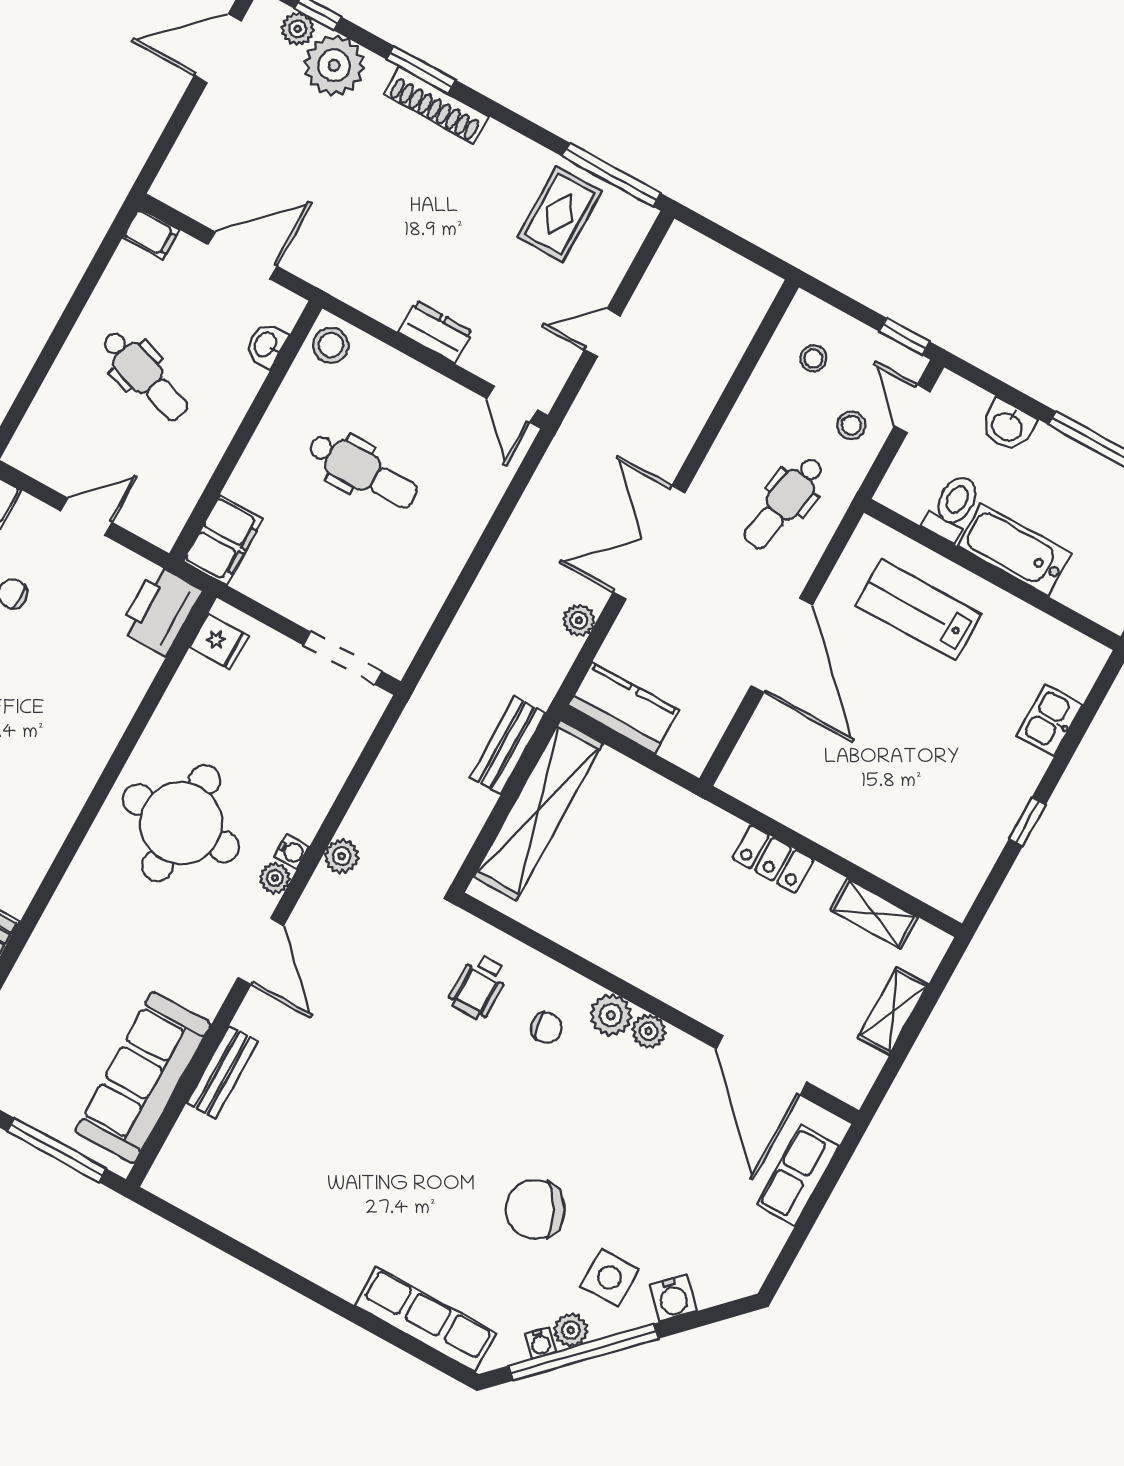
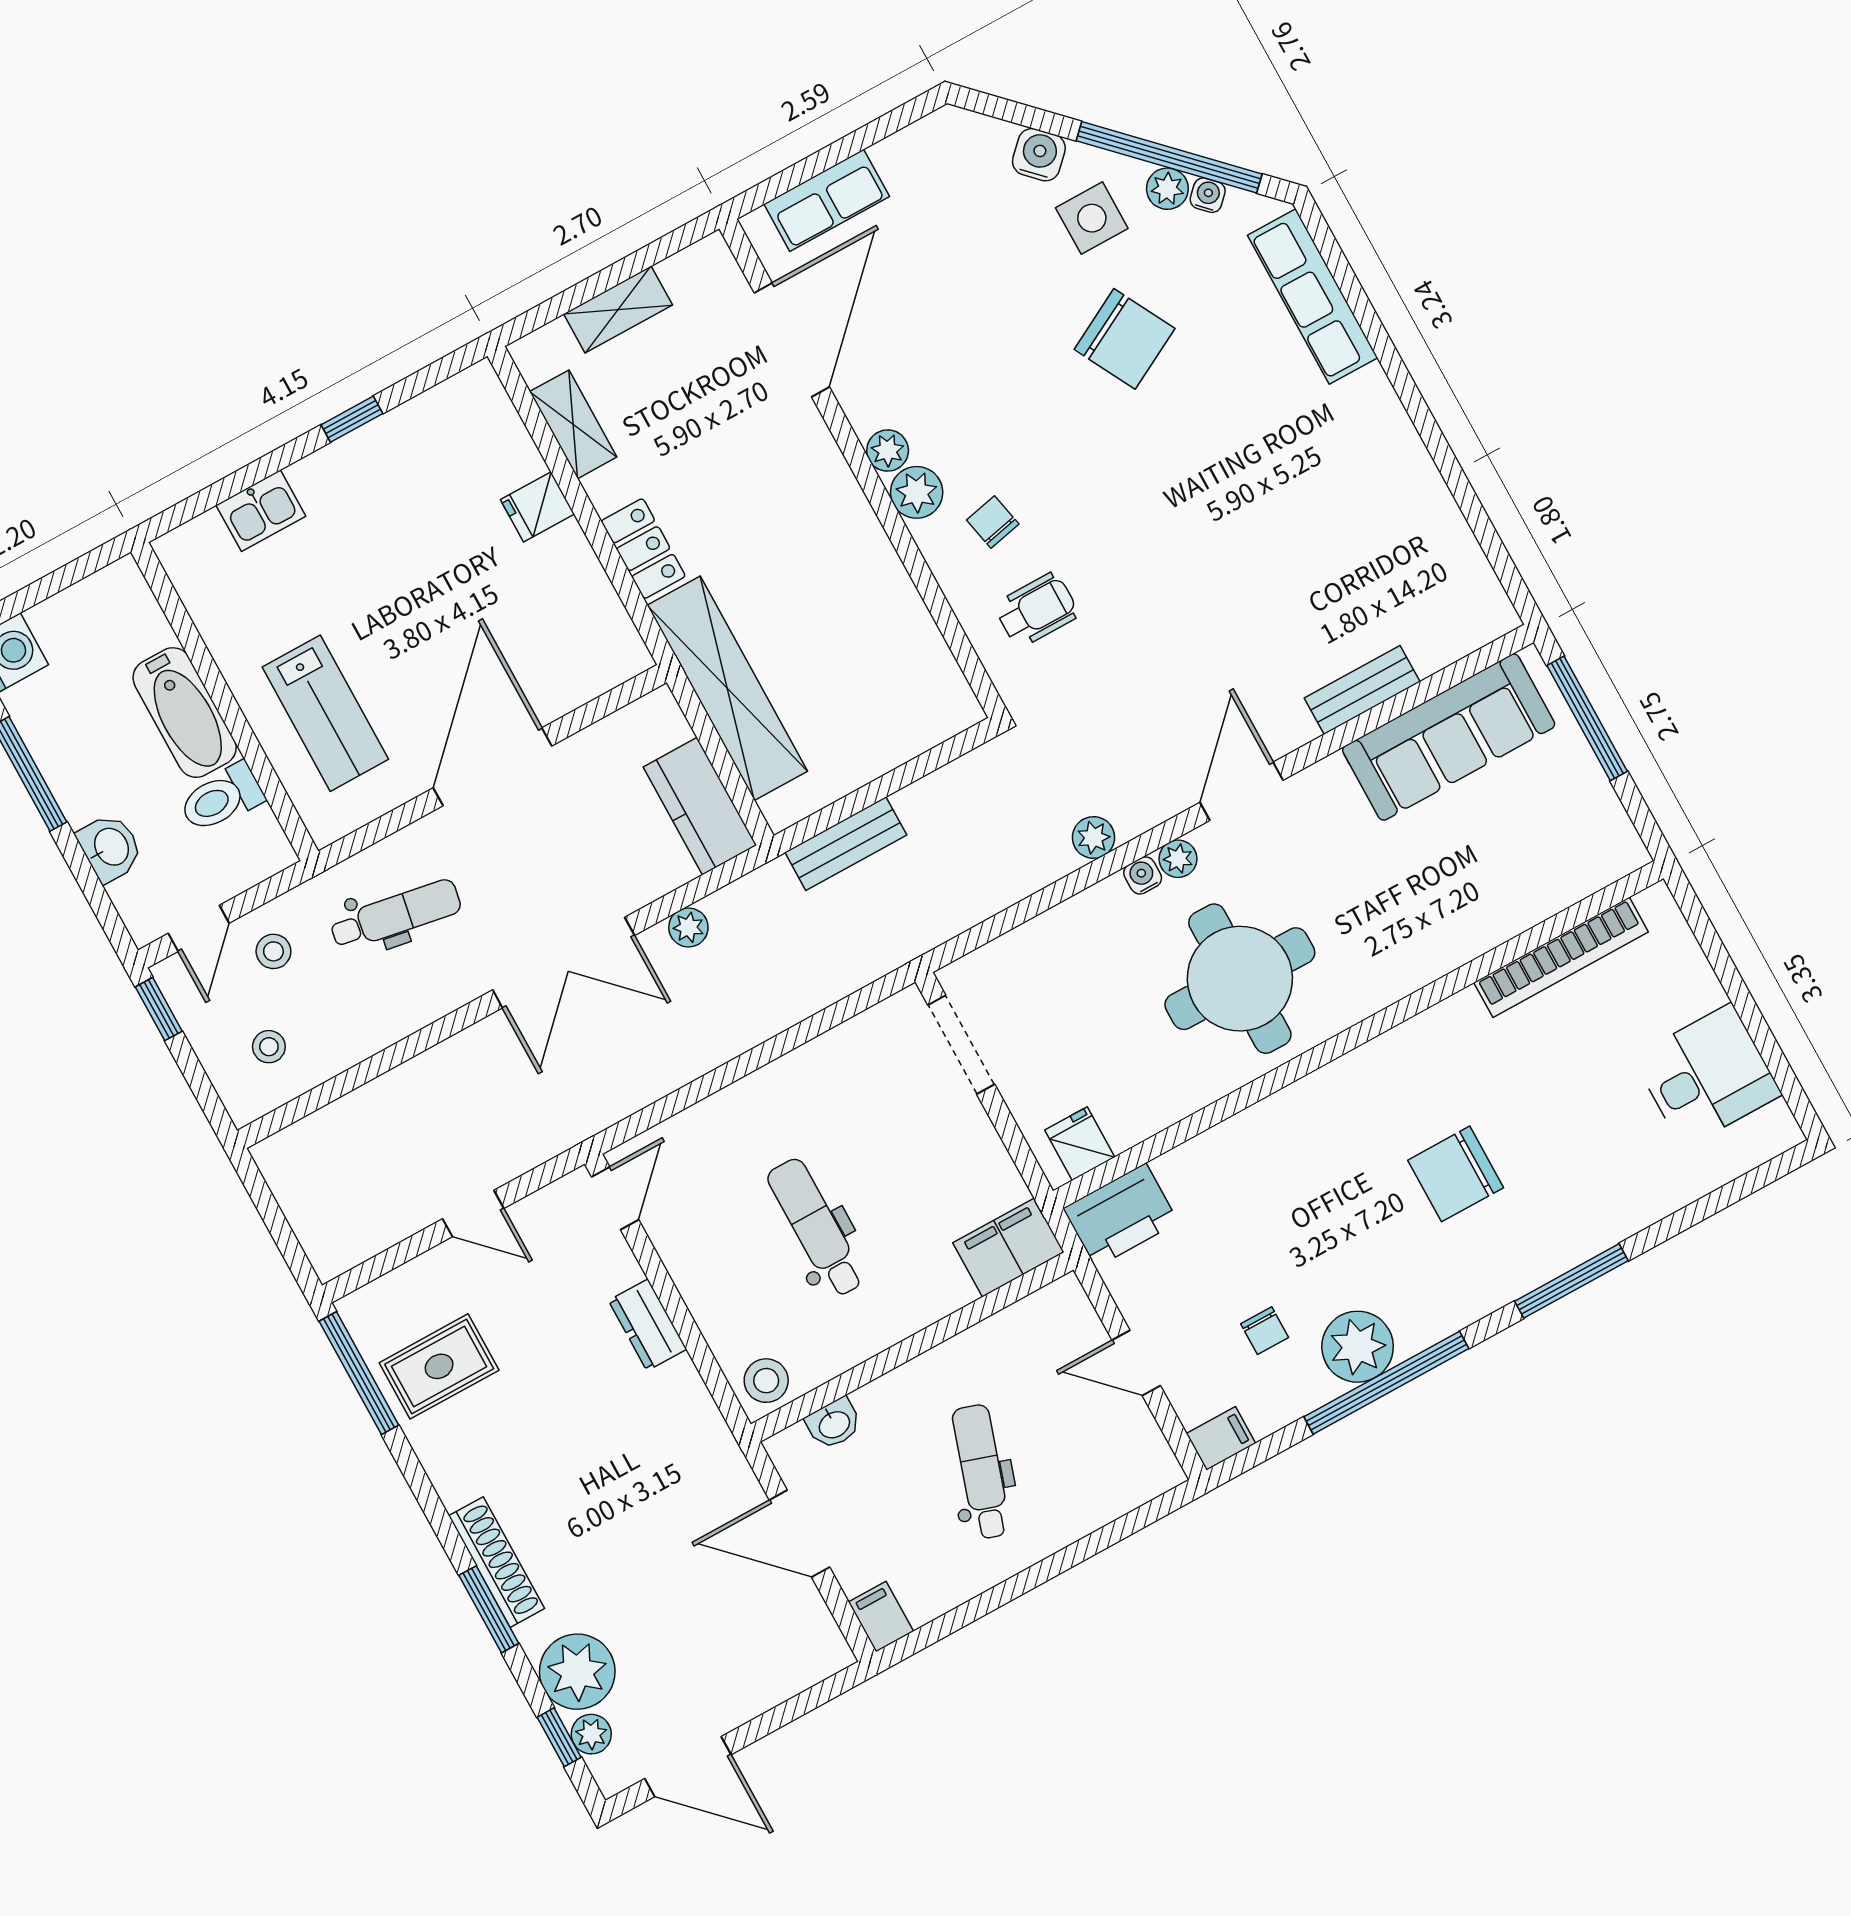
shelving: (538, 810) -> (727, 688), moved, turned 90
fridge: (863, 842) -> (537, 507), added

